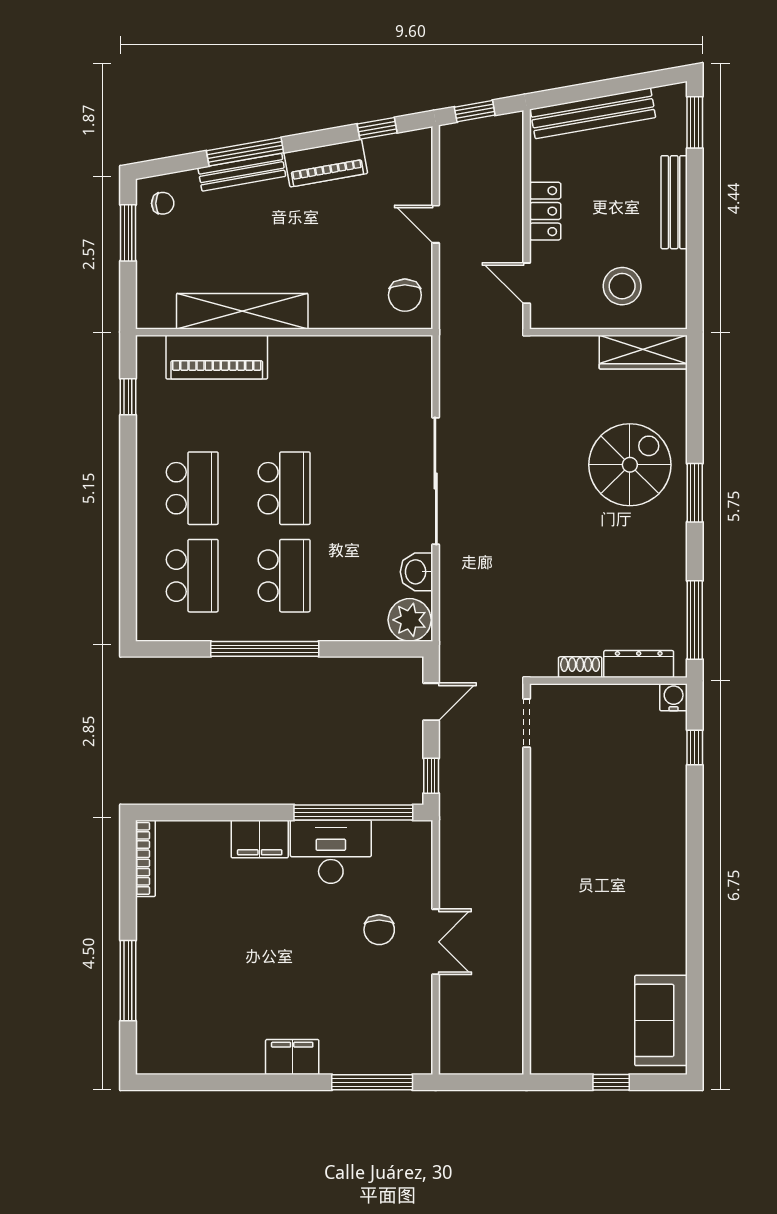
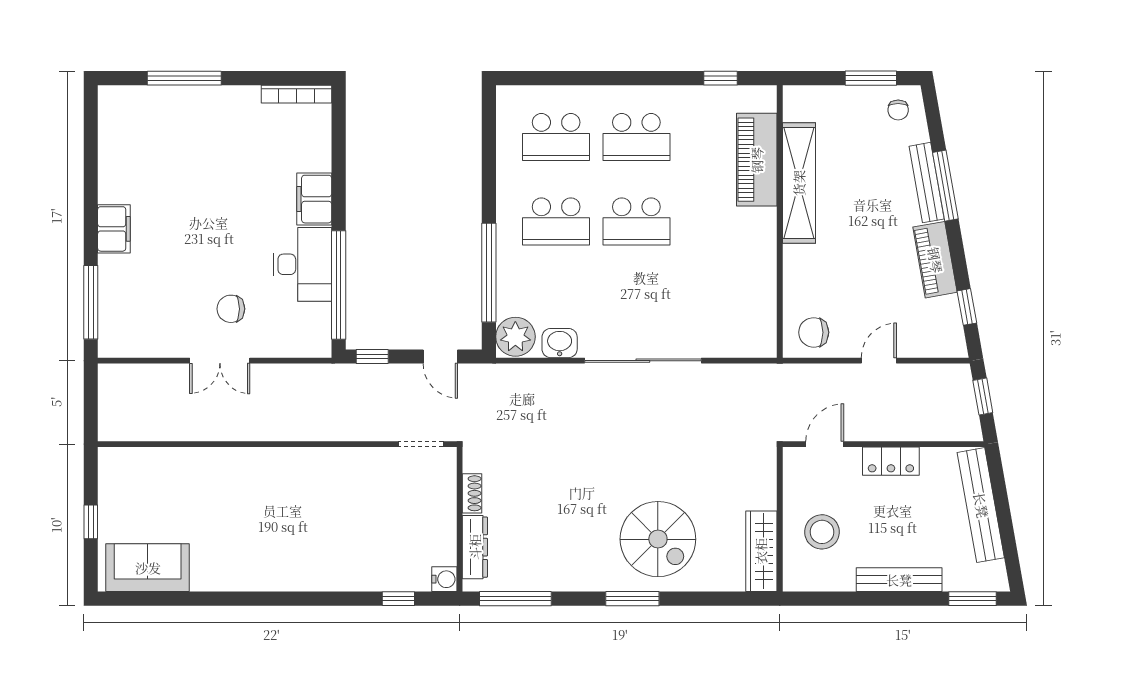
window: (265, 649) -> (489, 273), moved

